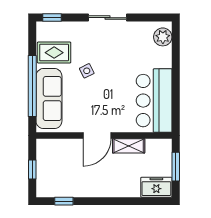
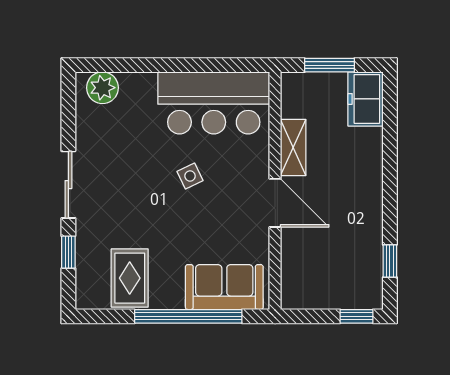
window: (52, 18) -> (68, 252), moved
side table: (87, 71) -> (190, 176), moved
sofa: (49, 99) -> (224, 287), width x0.73
window: (32, 170) -> (356, 316), moved

